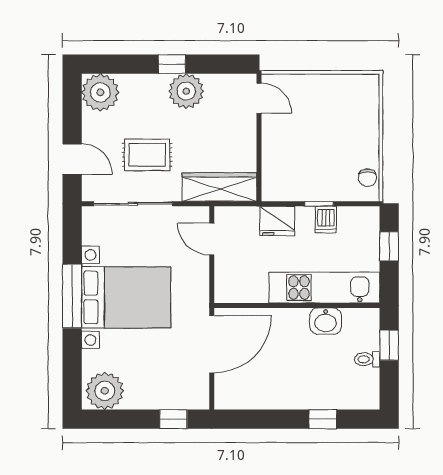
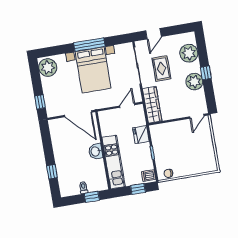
plant: (100, 92) -> (189, 53), moved
dishwasher: (326, 220) -> (149, 176), moved
washbasin: (326, 321) -> (96, 151), moved

